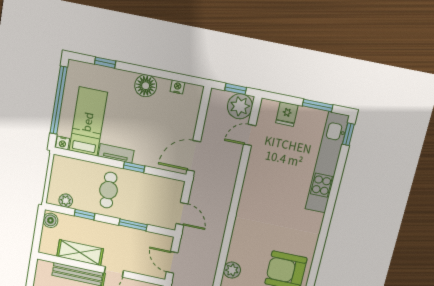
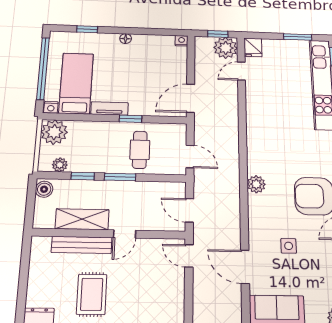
floor lamp: (146, 86) -> (126, 39), width x0.53, depth x0.53
nightstand: (177, 87) -> (182, 41), moved
fridge: (287, 114) -> (253, 47), moved
plant: (63, 168) -> (54, 132), added
cafe table: (109, 190) -> (140, 150), moved
window: (133, 225) -> (120, 177), moved
plant: (232, 270) -> (256, 184), moved

